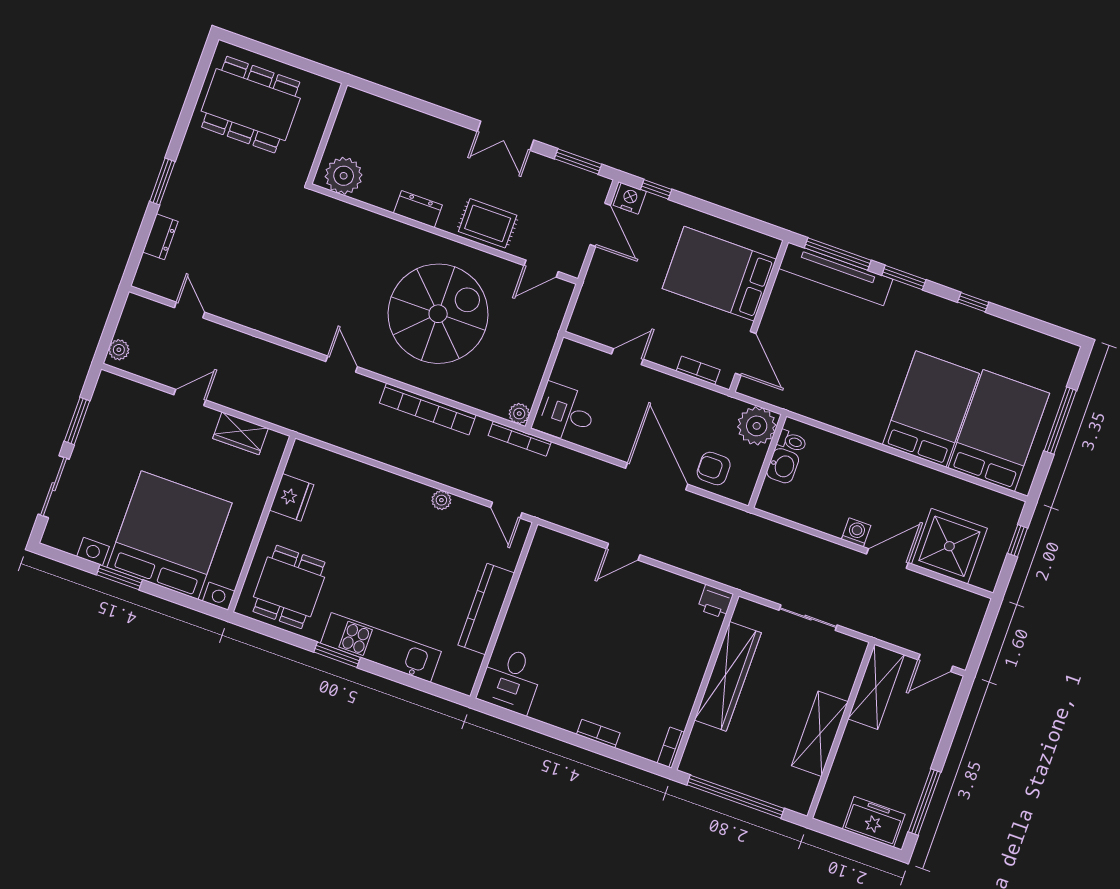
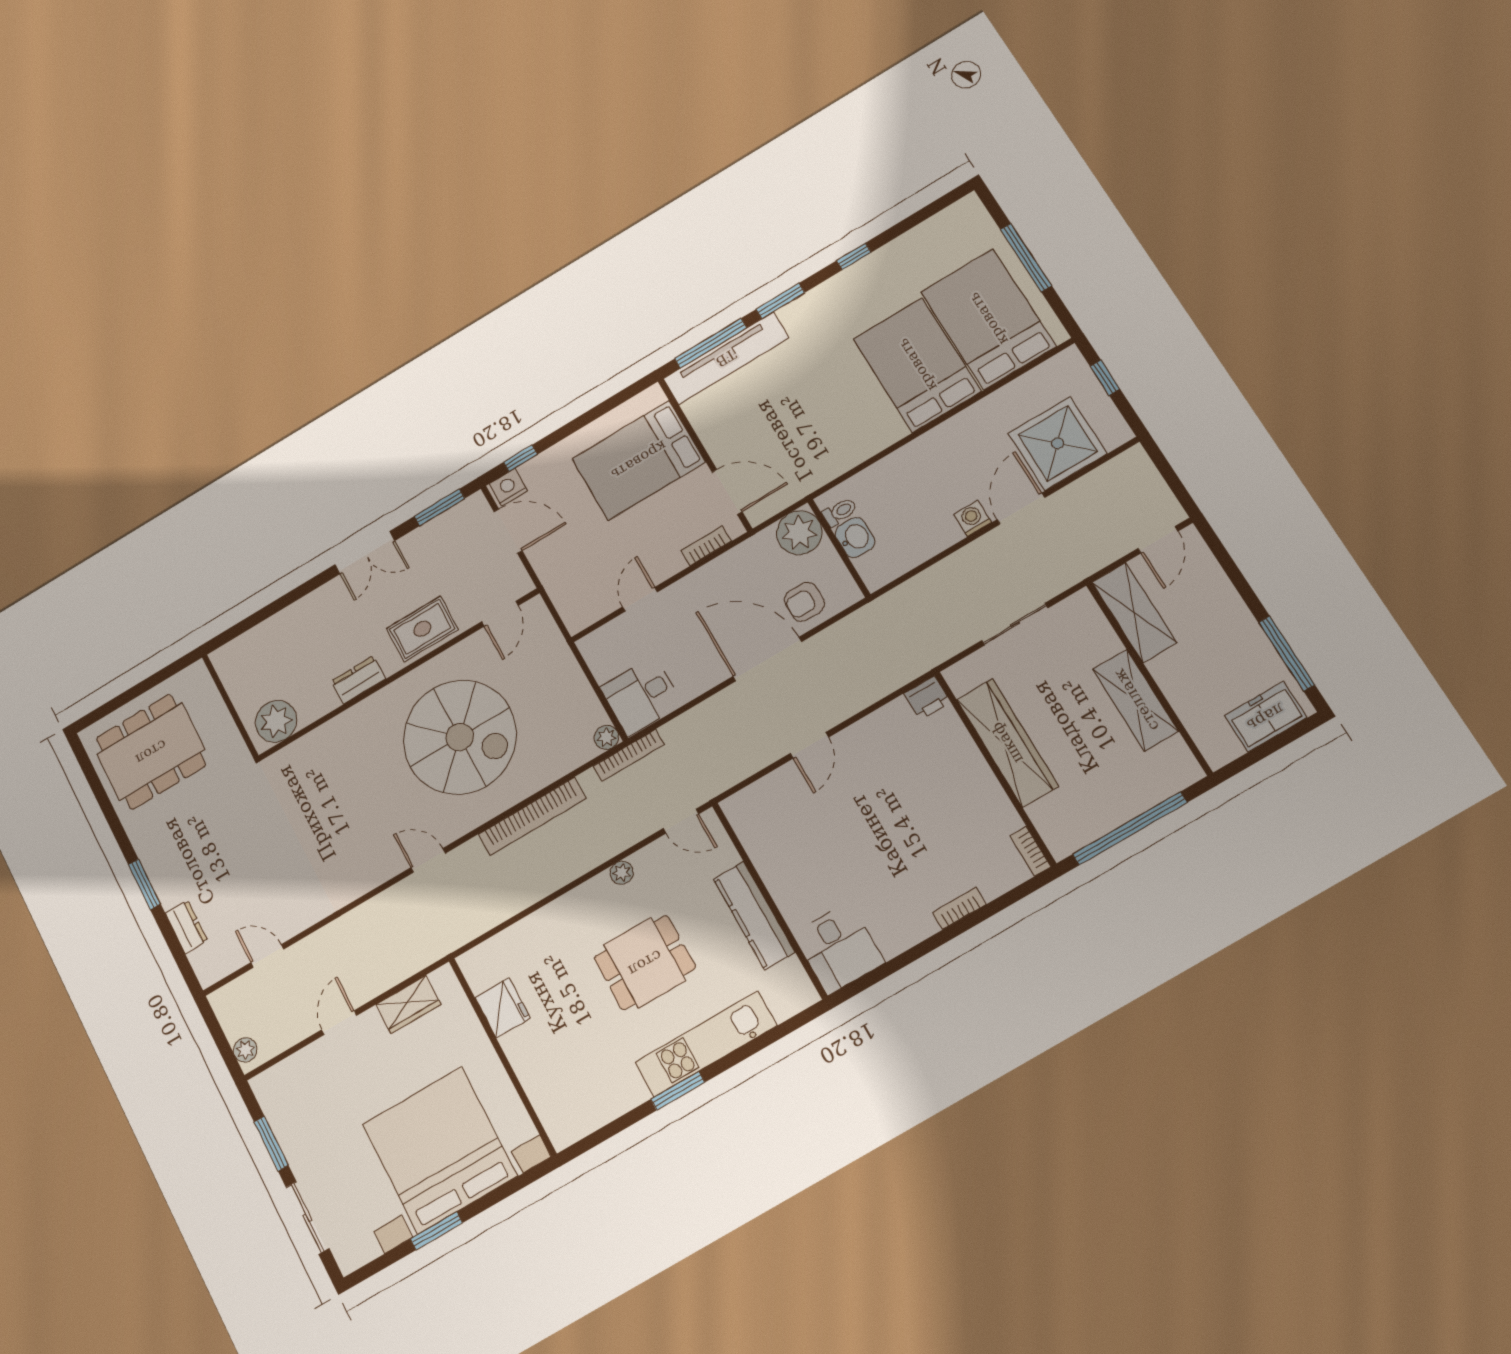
spiral stairs: (438, 314) -> (460, 737), turned 90
dining table: (289, 587) -> (645, 963), moved, turned 90

